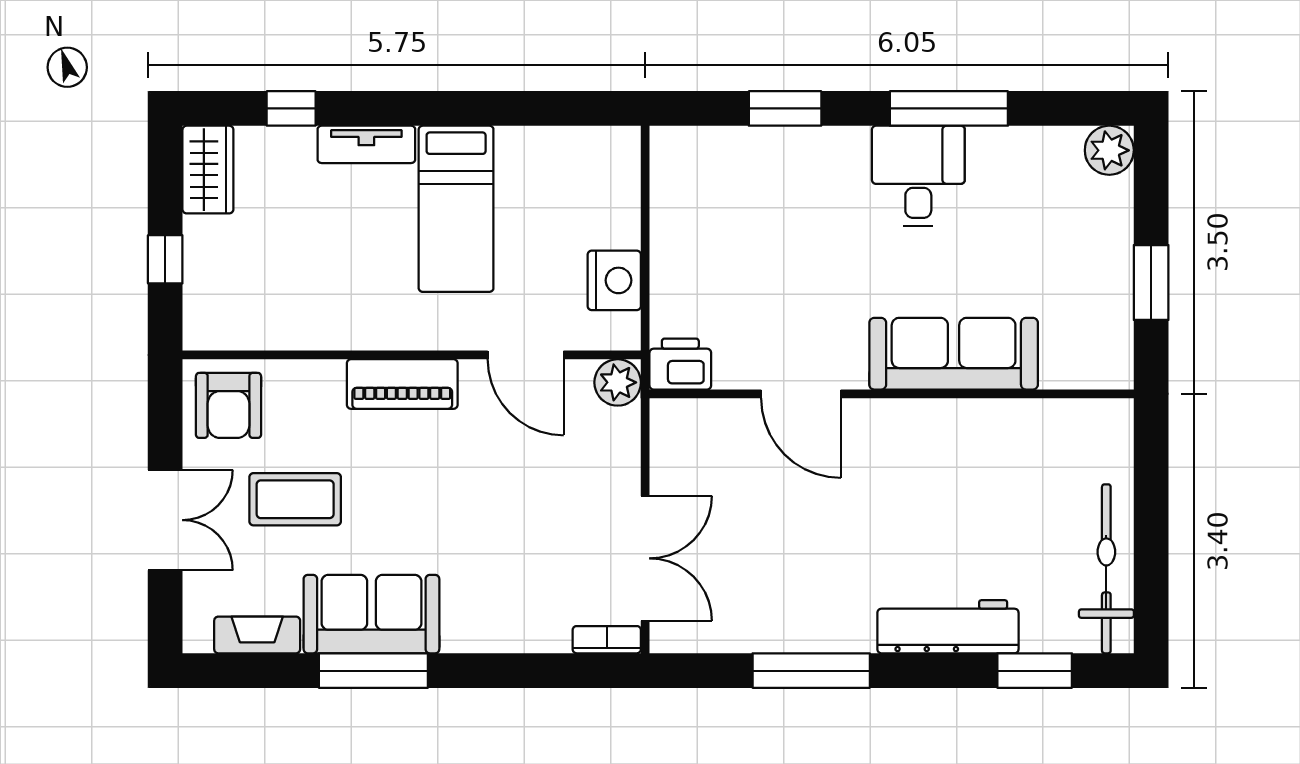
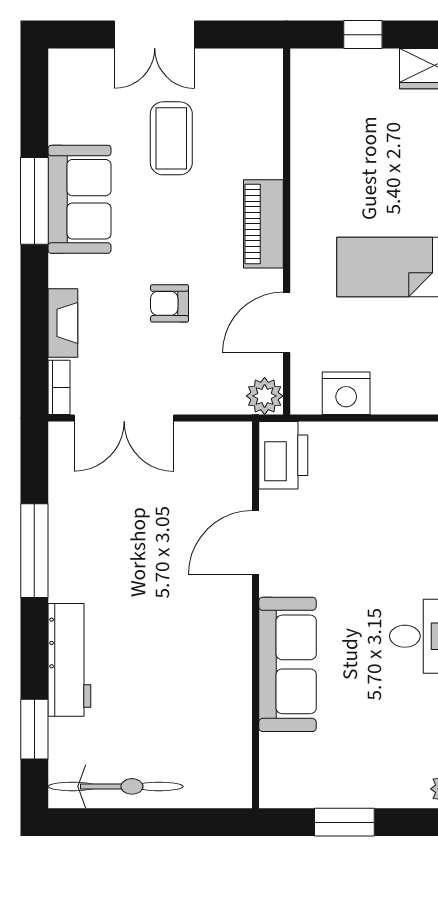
printer: (680, 364) -> (283, 455), width x1.37, depth x1.19
armchair: (229, 405) -> (170, 303), moved, width x0.72, depth x0.72
fireplace: (257, 635) -> (63, 323), moved

